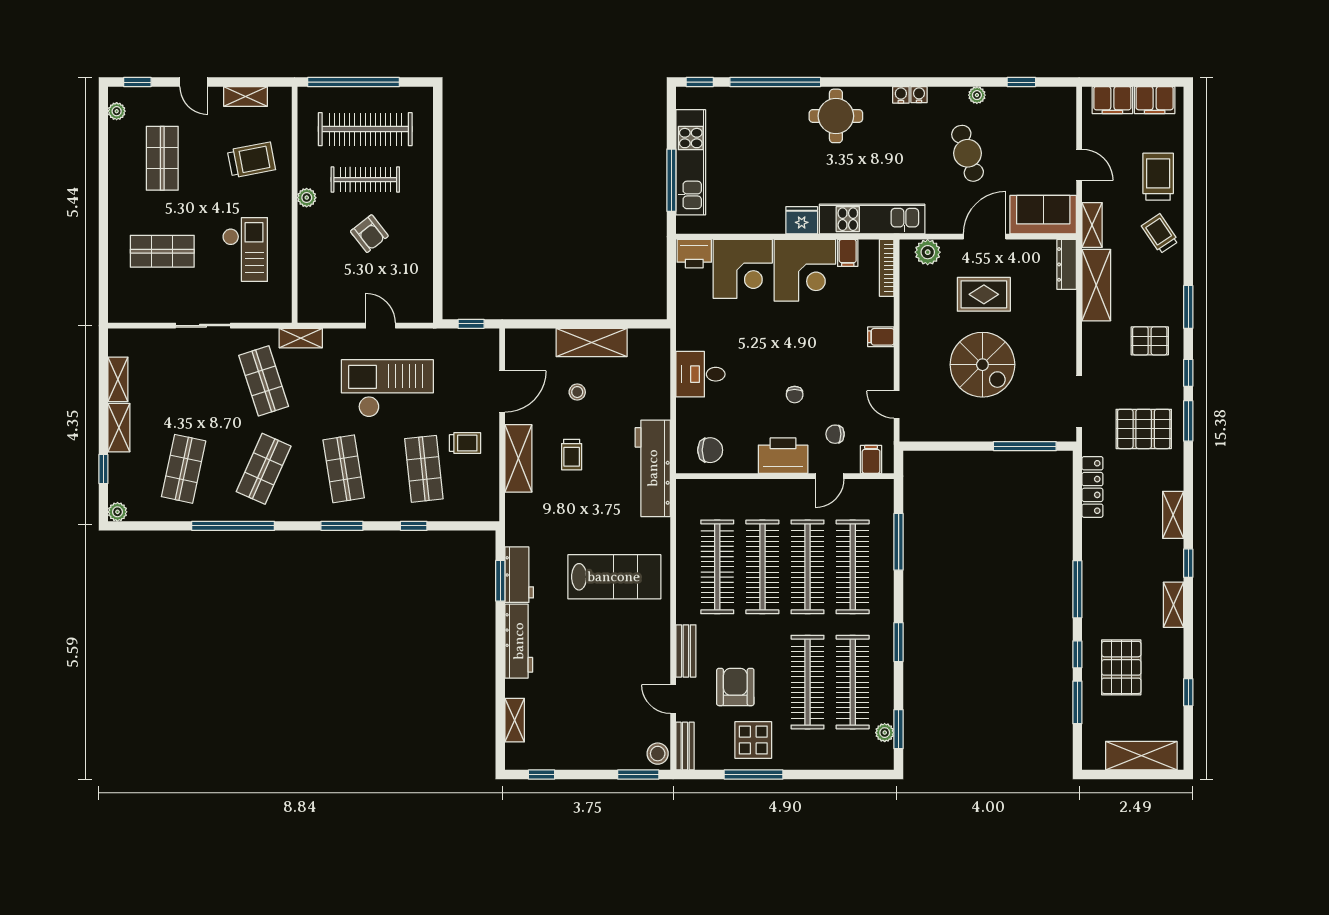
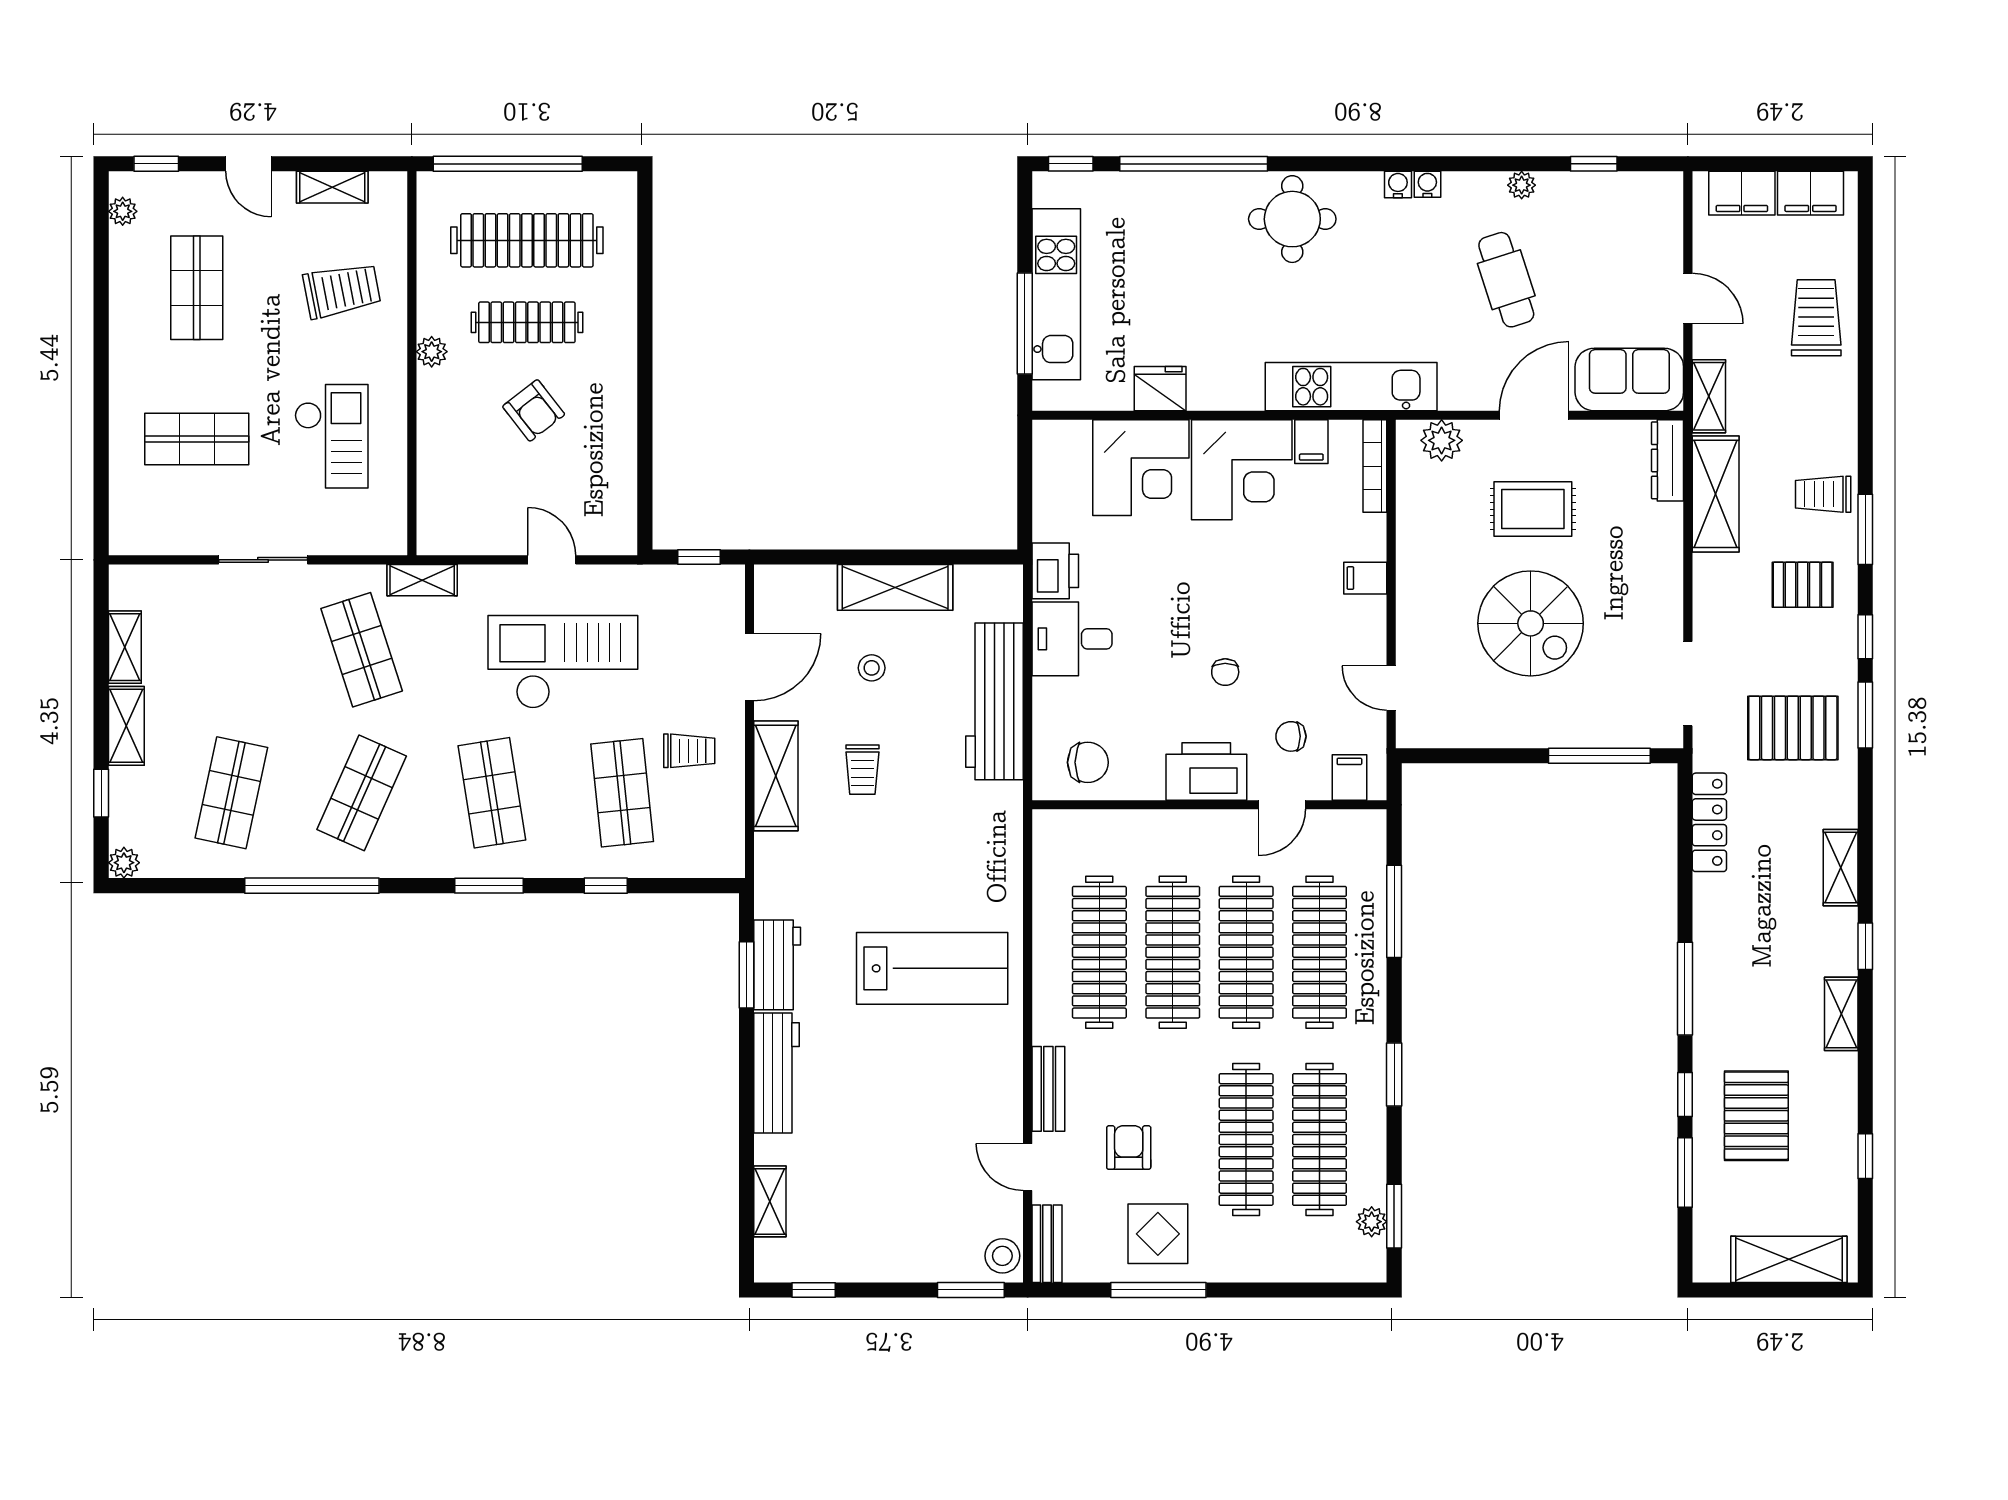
fridge: (802, 220) -> (1160, 389), moved
trolley: (1160, 234) -> (1823, 494), moved, turned -56
printer: (694, 254) -> (1055, 571), moved, turned -90
workbench: (653, 468) -> (995, 701), moved
armchair: (735, 687) -> (1129, 1148), width x0.72, depth x0.72

